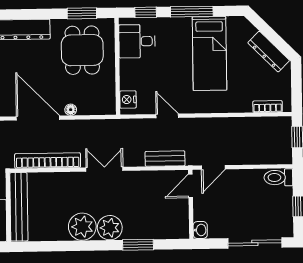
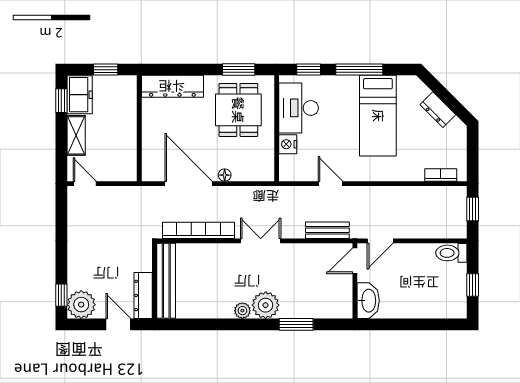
desk: (137, 41) -> (299, 108), width x1.37
dresser: (269, 52) -> (438, 110), width x0.70
nightstand: (128, 99) -> (288, 144), moved
plant: (82, 227) -> (242, 311), width x0.53, depth x0.53
washbasin: (200, 230) -> (368, 301), width x1.91, depth x1.45
sliding door: (255, 243) -> (424, 324), removed

